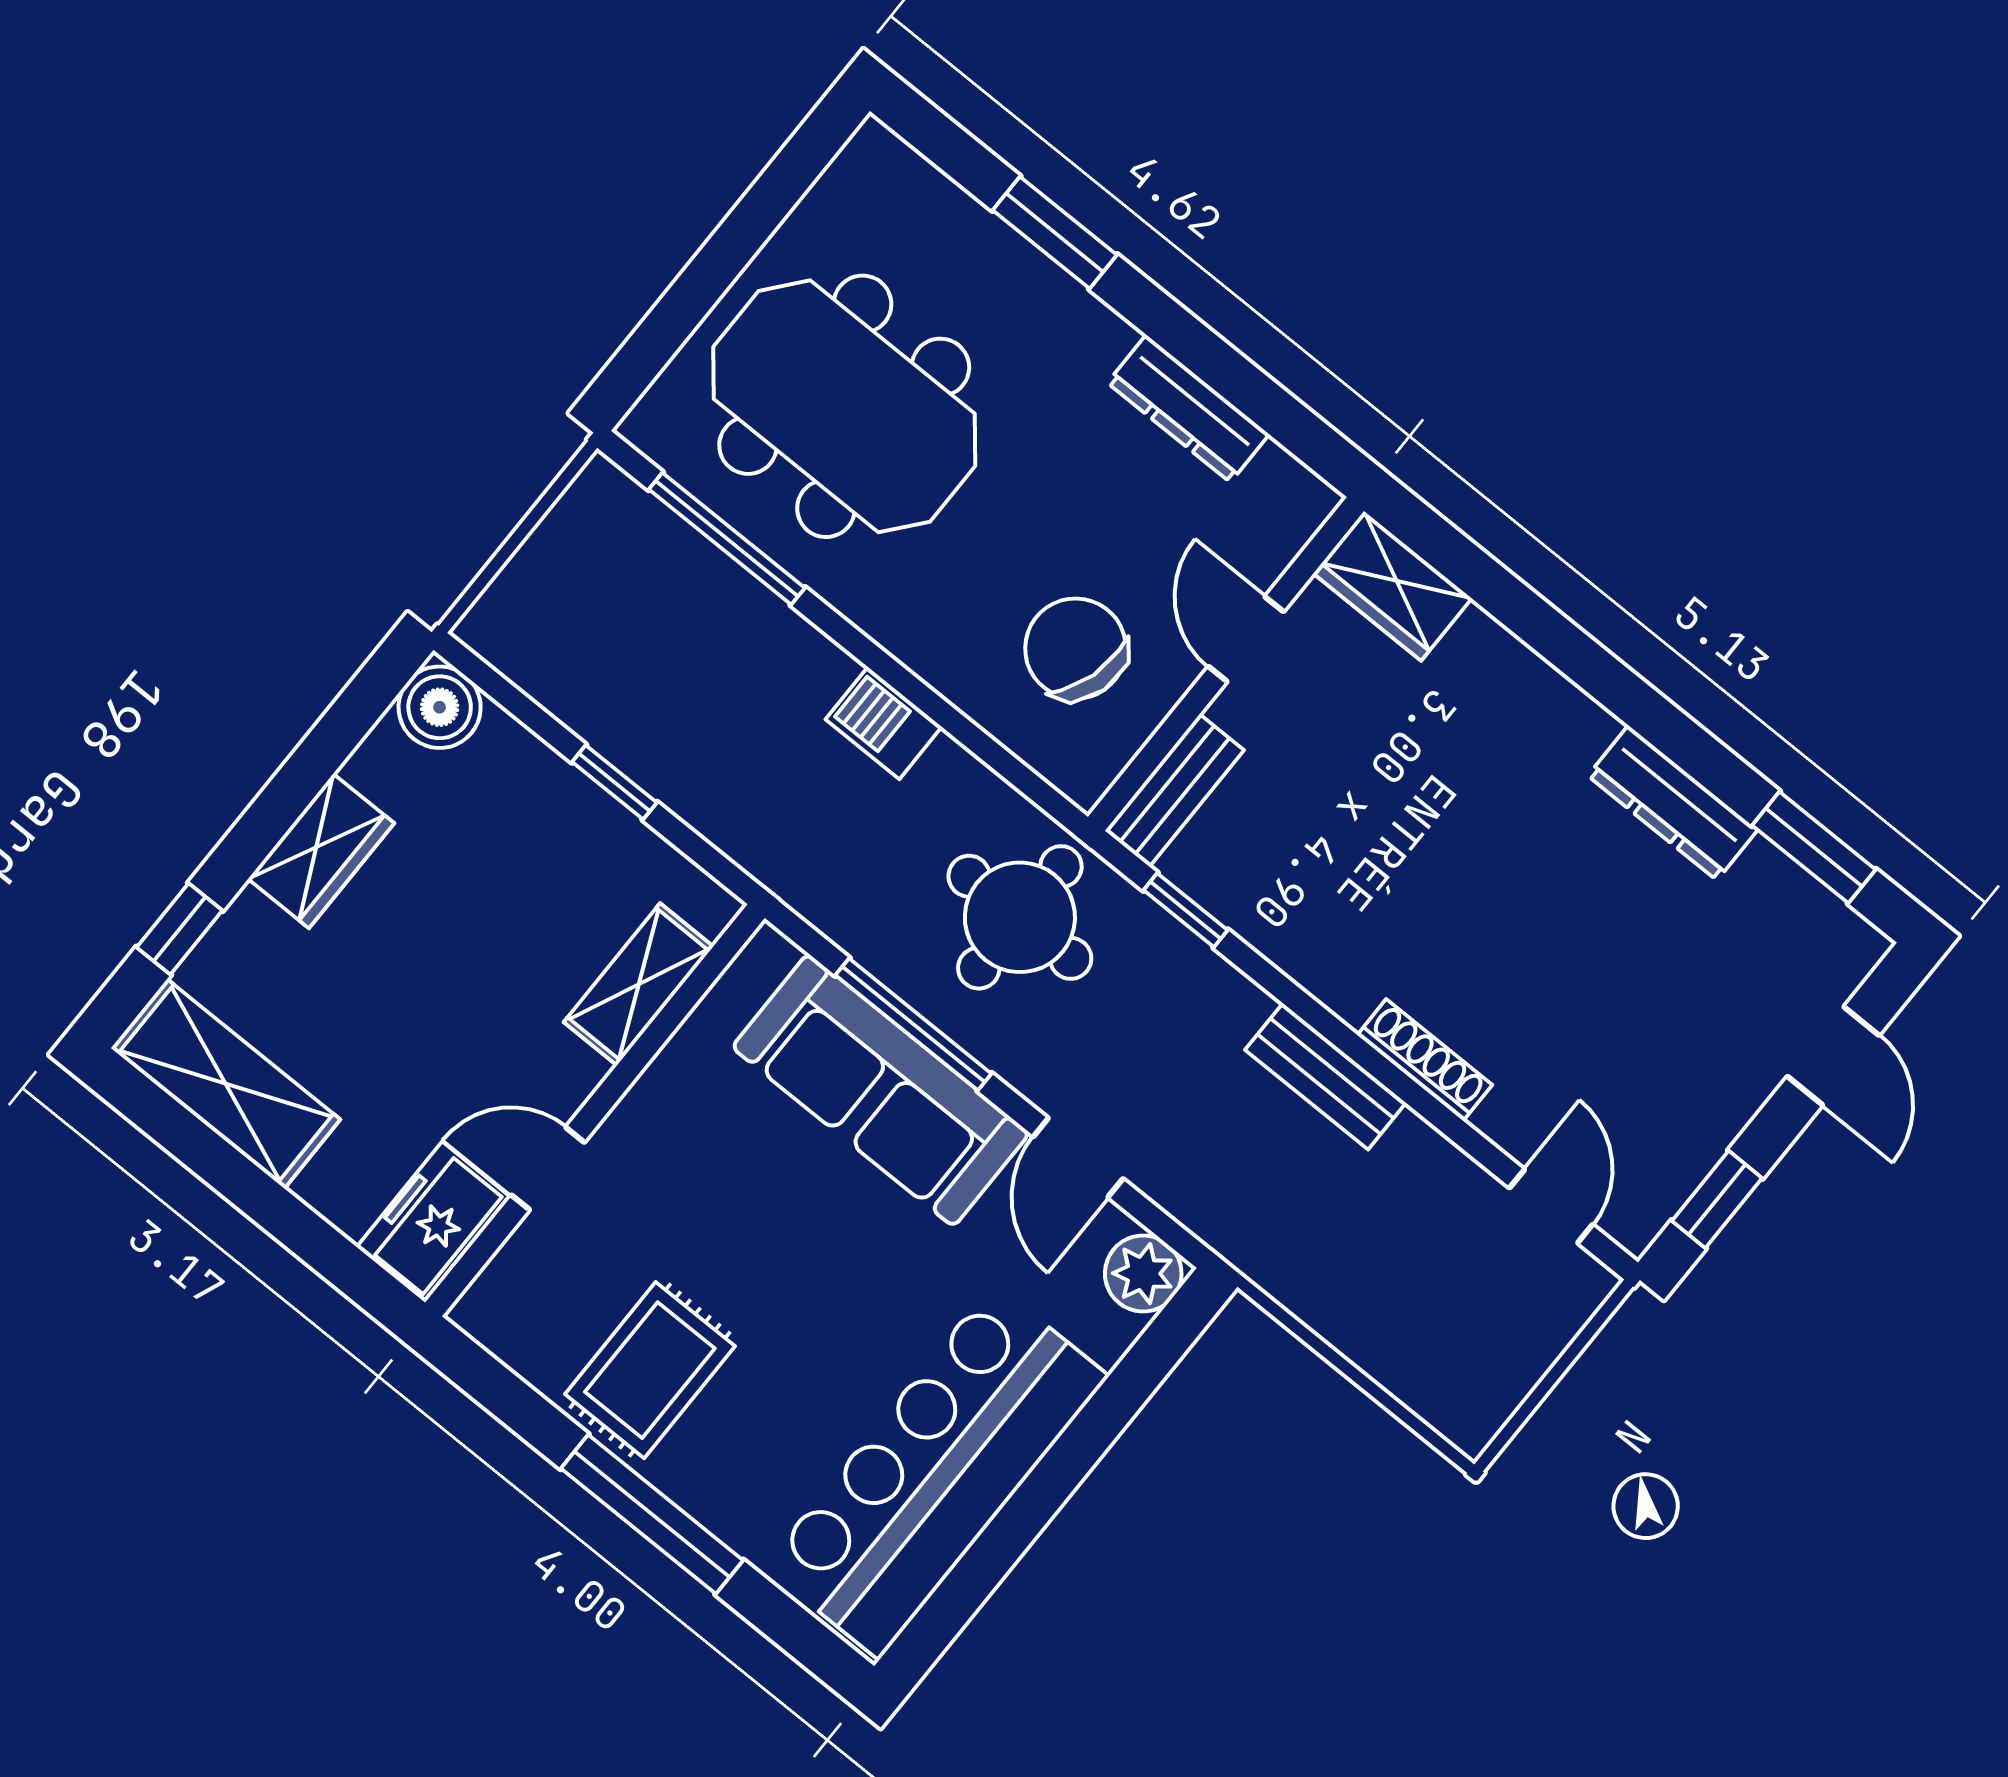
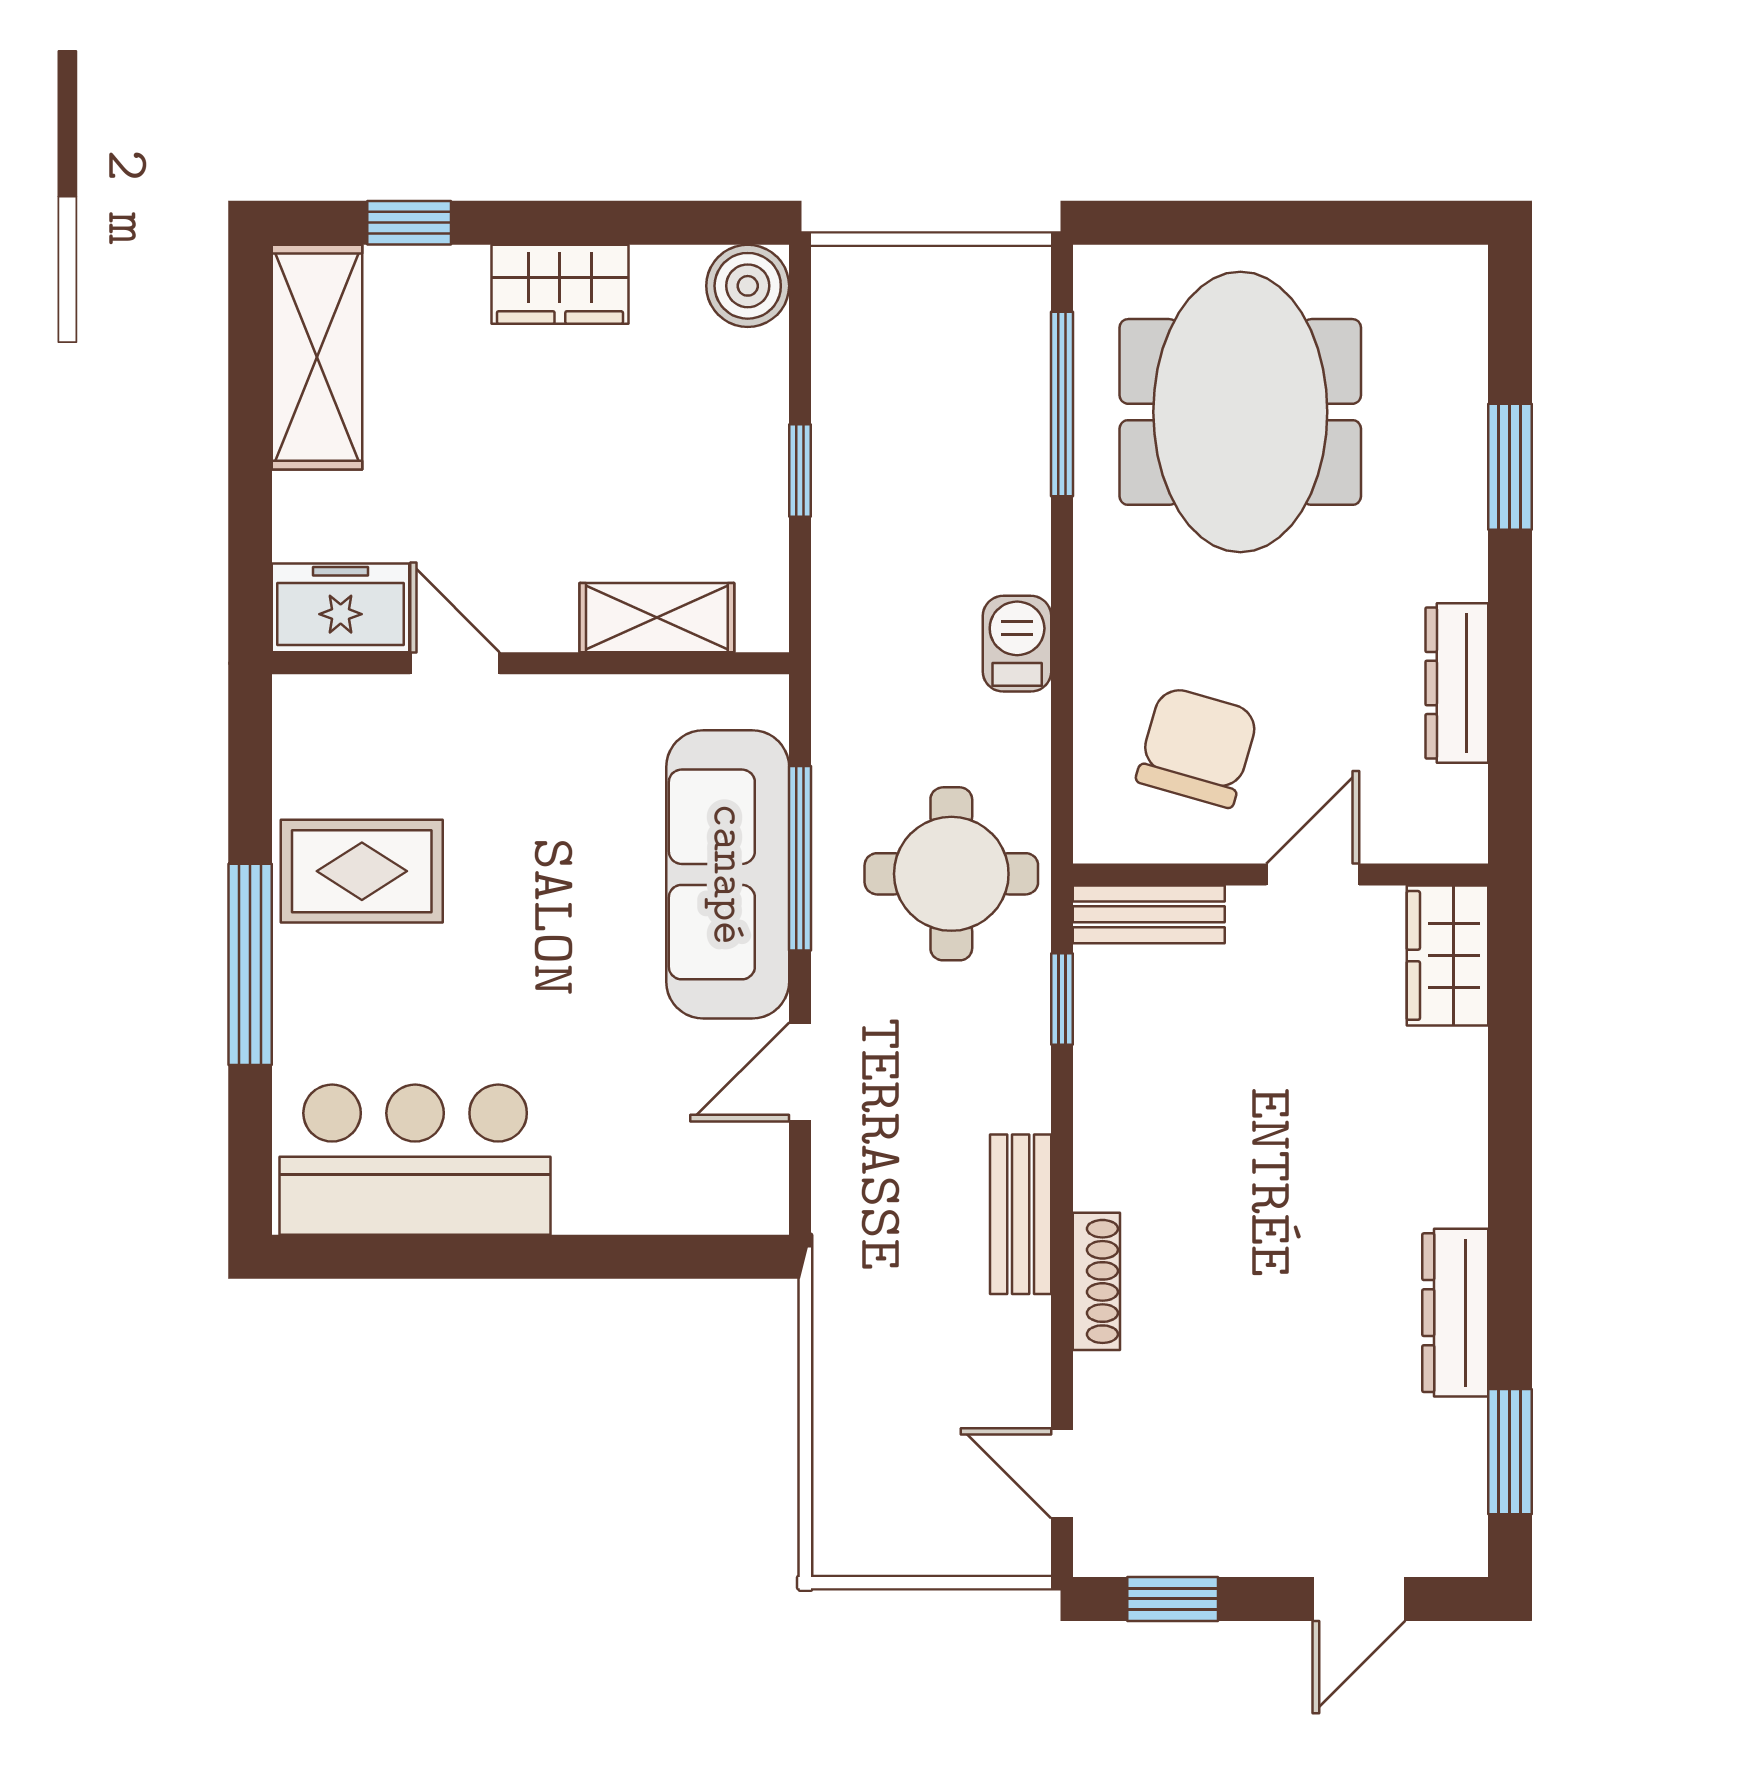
door: (1551, 1206) -> (1062, 1473), swing flipped
plant: (1143, 1273) -> (751, 1196), removed
bar counter: (936, 1471) -> (415, 1160), width x0.73

